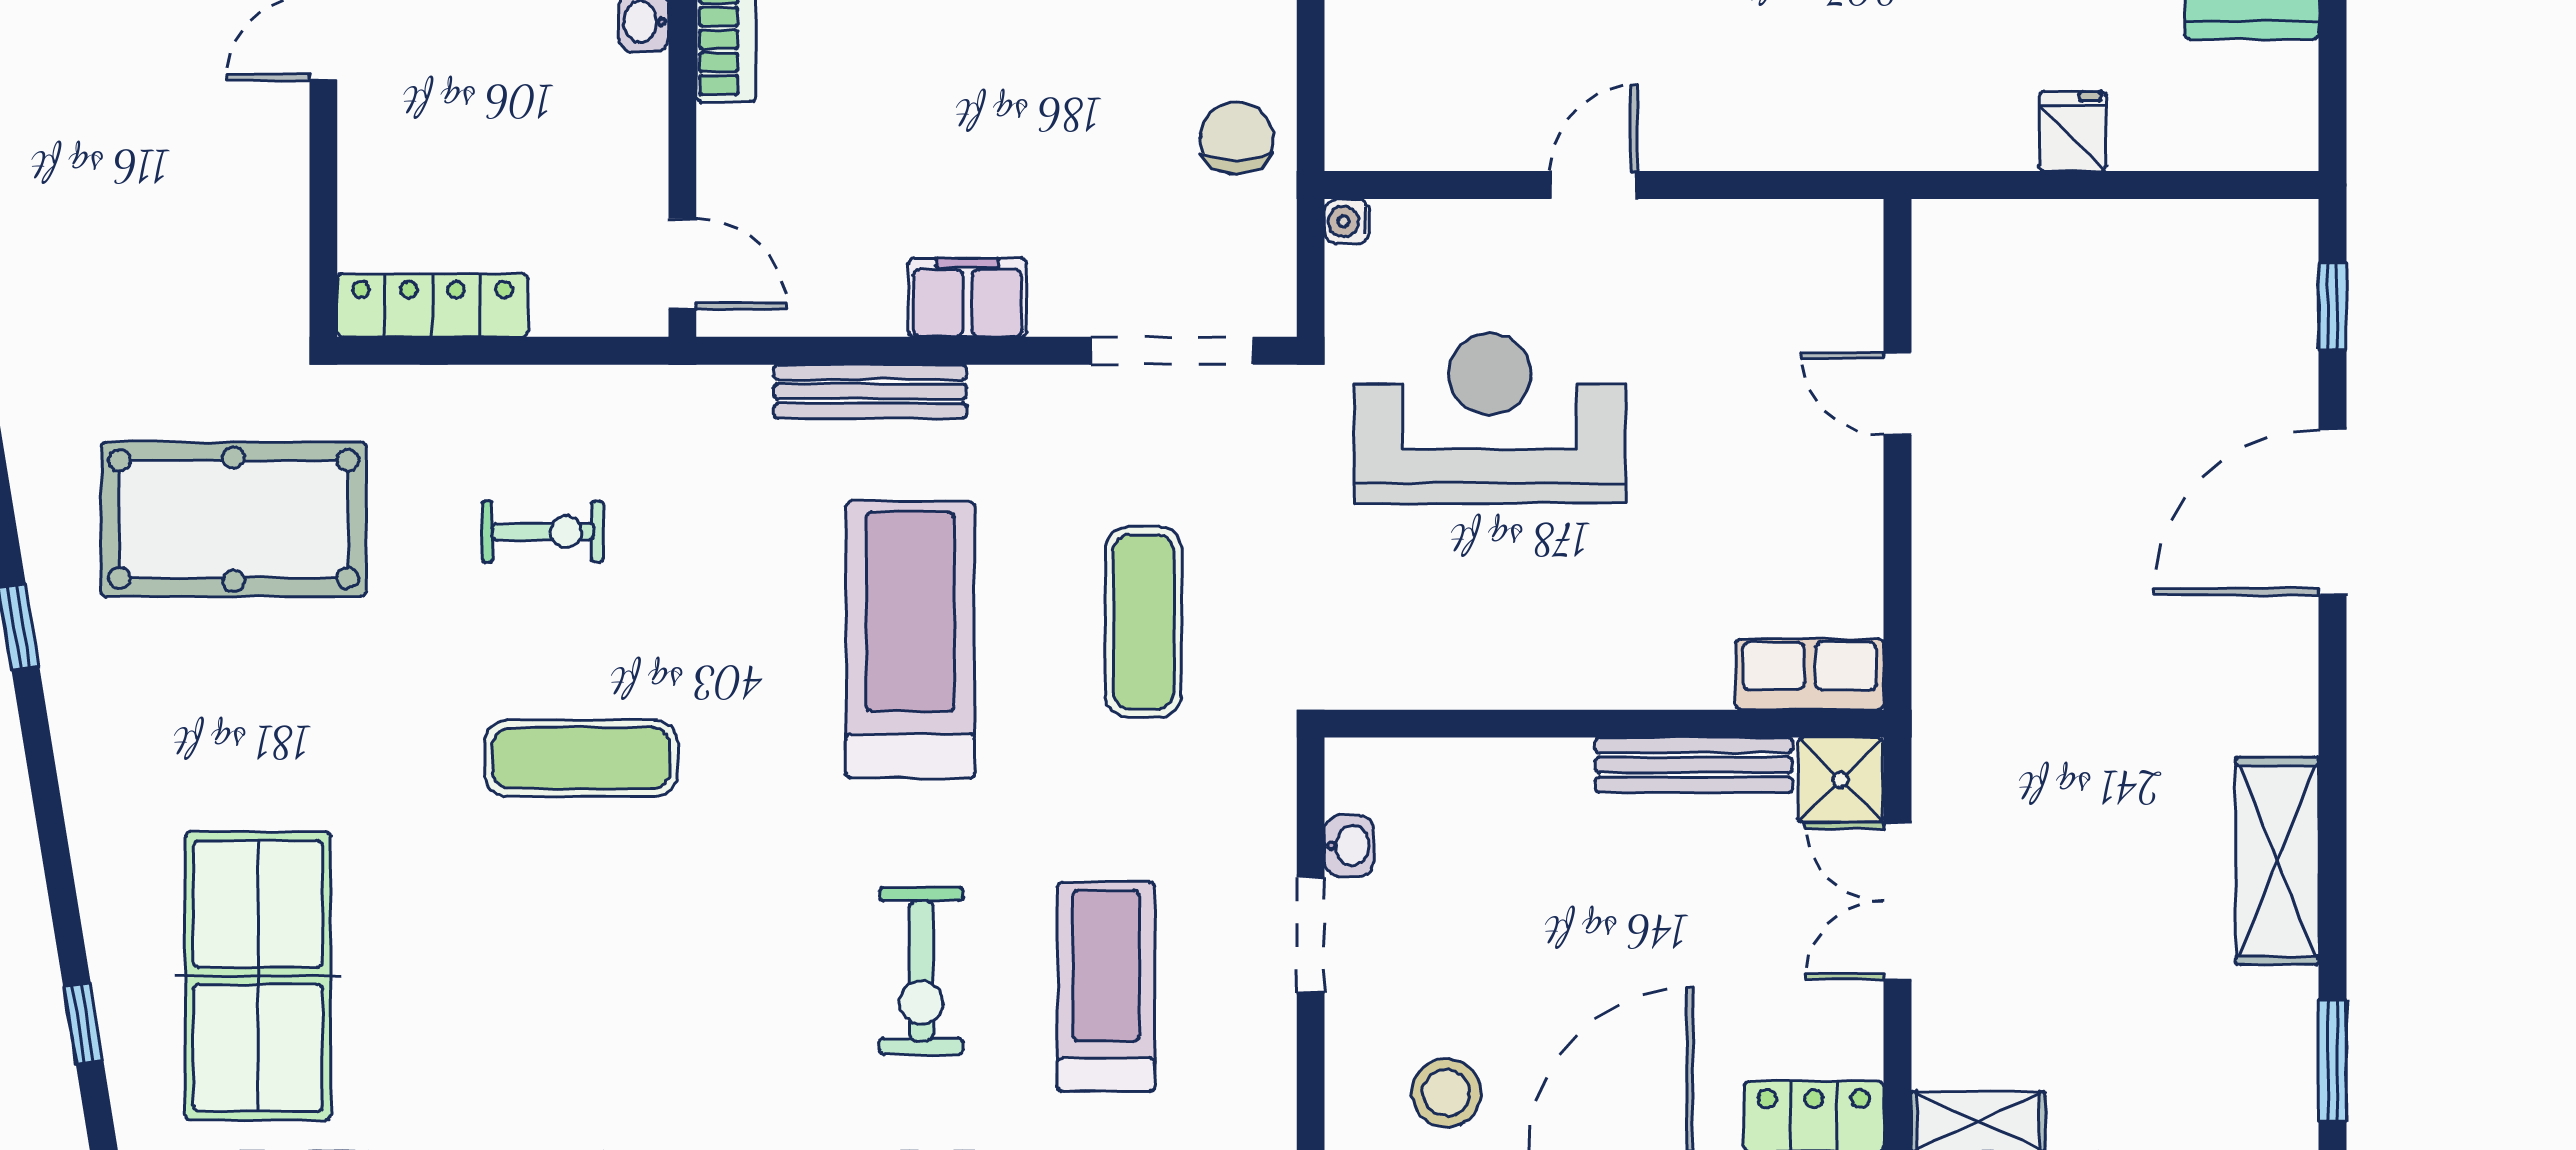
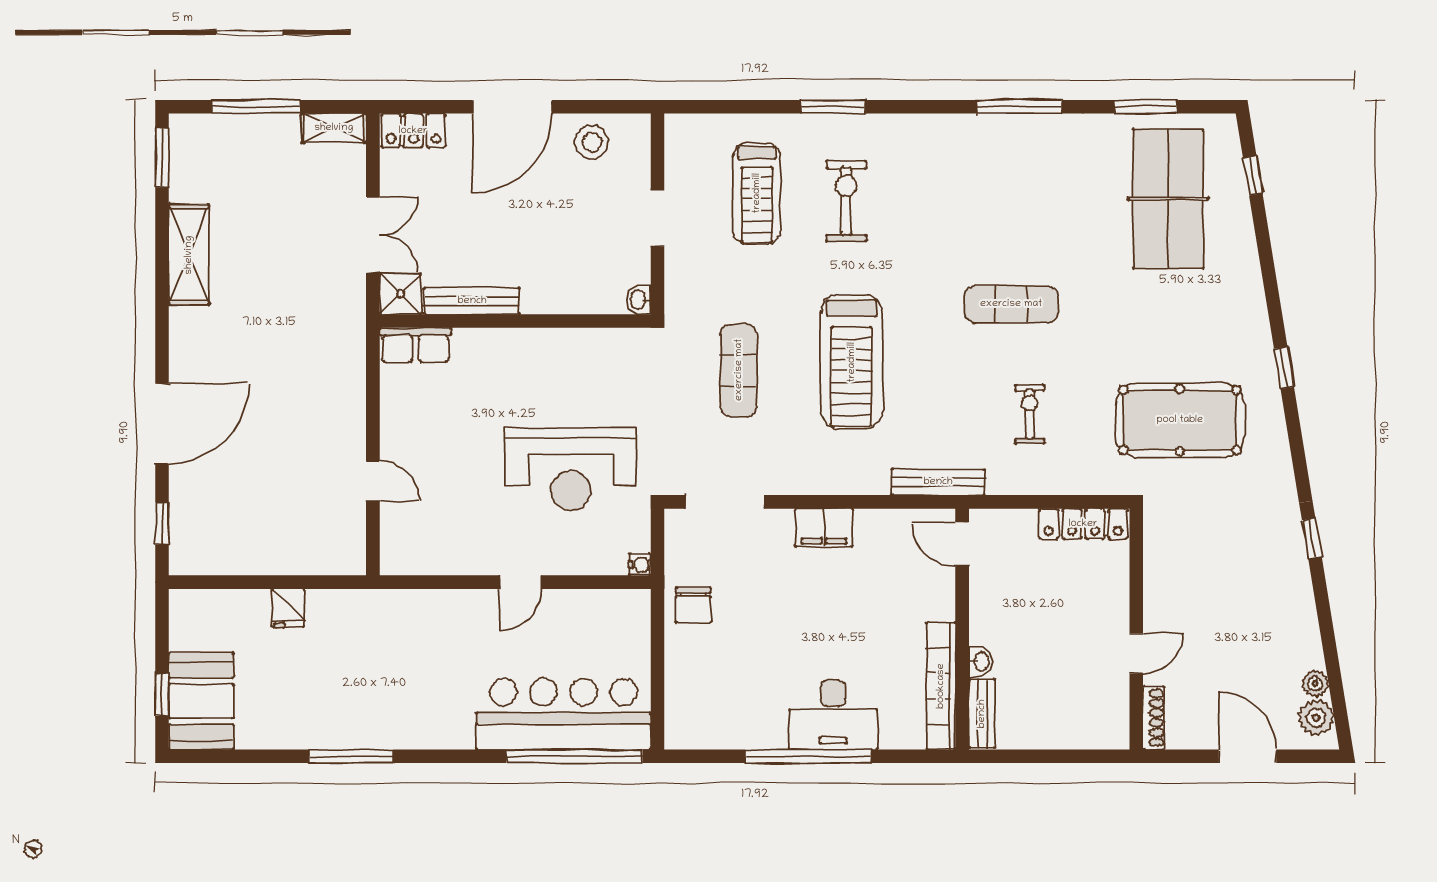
bench: (870, 392) -> (938, 482), moved
exercise bike: (543, 532) -> (1030, 414), turned 90
washbasin: (1349, 846) -> (639, 300), moved

